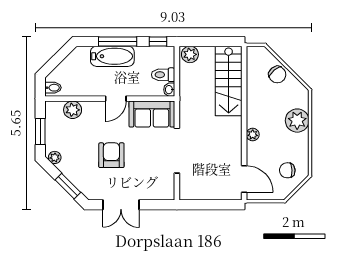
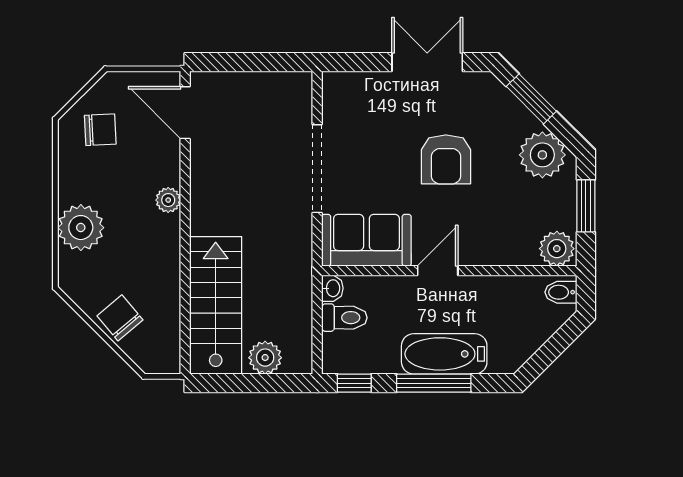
plant: (190, 54) -> (265, 358), moved
plant: (73, 110) -> (557, 249), moved
plant: (55, 157) -> (542, 155), width x1.88, depth x1.88

